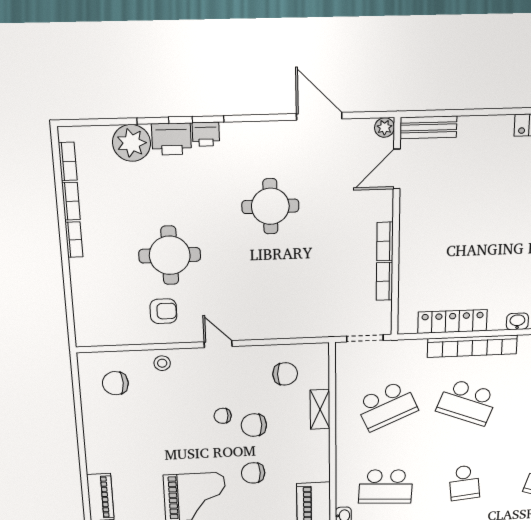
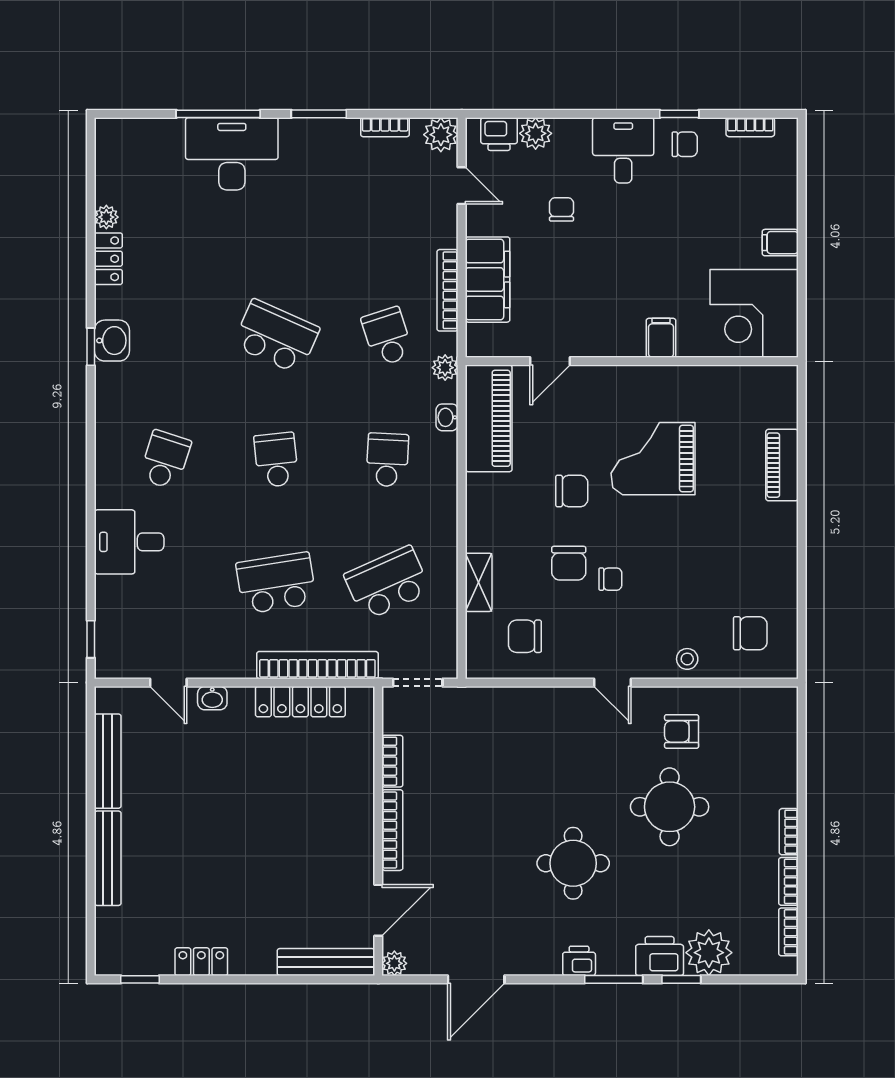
door: (319, 116) -> (476, 979), hinge flipped
window: (208, 119) -> (614, 979), width x1.50
bench: (428, 127) -> (326, 962), width x1.36
printer: (206, 134) -> (579, 961), moved
round table: (270, 206) -> (573, 863), moved
bookcase: (385, 241) -> (392, 830), width x1.56
bookcase: (472, 346) -> (317, 665), moved
school desk: (467, 402) -> (276, 583), turned -30
chair: (254, 425) -> (569, 563), turned 90
school desk: (386, 487) -> (387, 460), width x0.54

